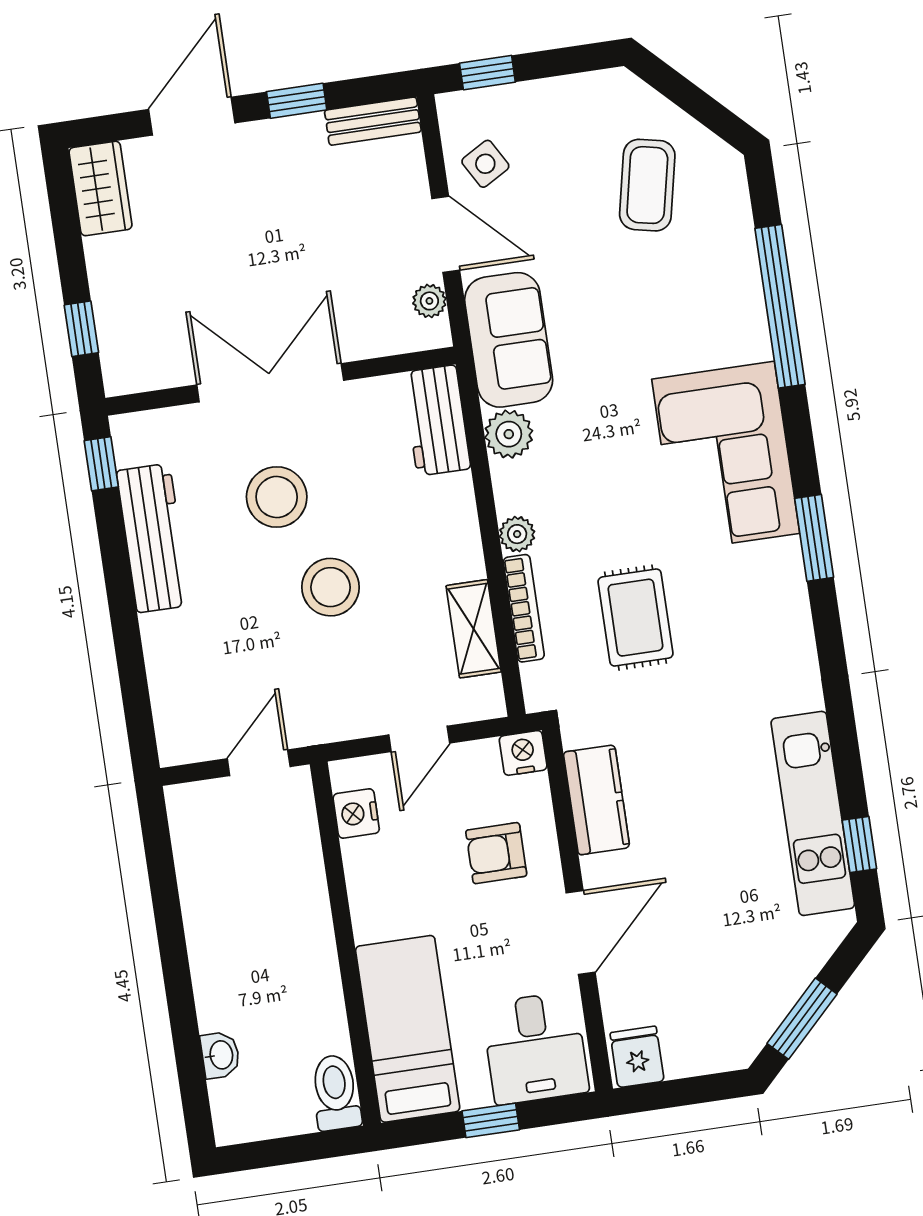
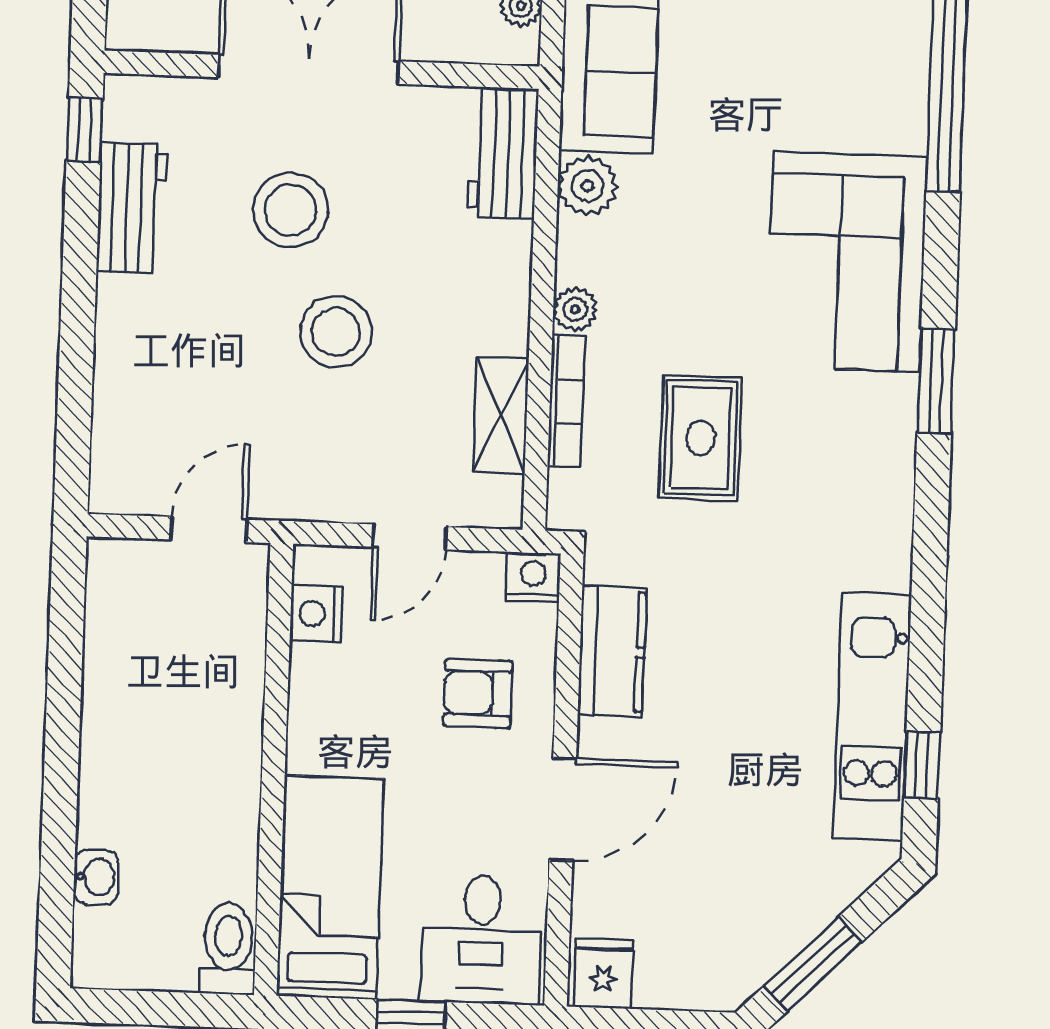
workbench: (153, 538) -> (132, 208), width x0.73

